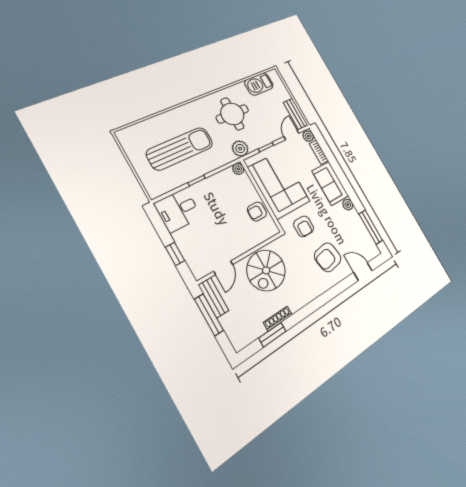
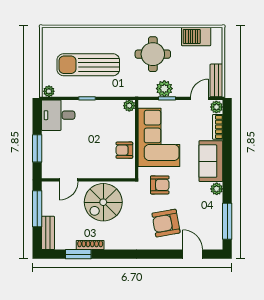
sun lounger: (180, 149) -> (88, 65), turned 180
plant: (240, 149) -> (164, 89), moved
plant: (156, 191) -> (49, 91), added
armchair: (304, 226) -> (160, 185), turned -90
window: (175, 254) -> (37, 148), width x1.50
bench: (214, 298) -> (48, 233), moved

